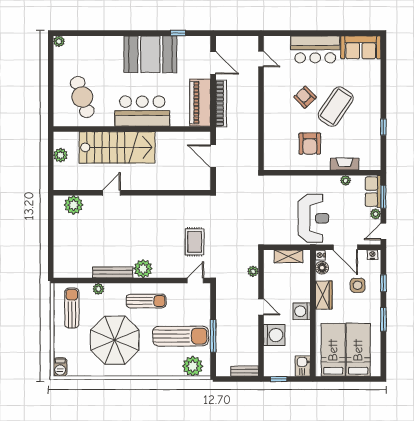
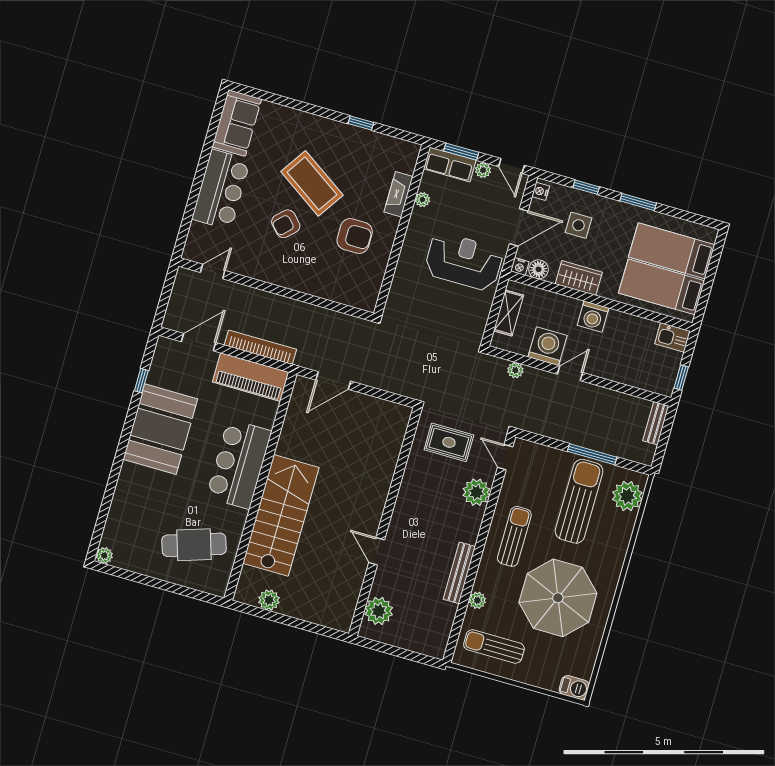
door: (111, 193) -> (377, 551), moved
wall: (132, 193) -> (385, 522), moved
plant: (74, 205) -> (379, 611), moved
plant: (143, 269) -> (476, 492), moved
washing machine: (274, 335) -> (548, 346), moved

